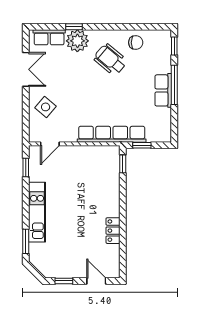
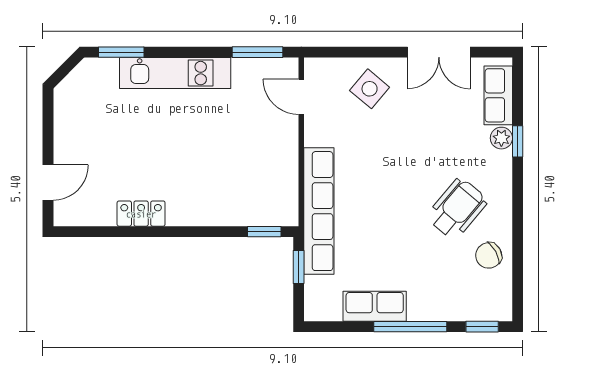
plant: (77, 41) -> (501, 138), width x0.53, depth x0.53
chair: (136, 43) -> (489, 255), turned 61
row of seats: (163, 90) -> (375, 306), moved
window: (26, 168) -> (257, 52), width x1.50
window: (64, 281) -> (48, 123), removed

